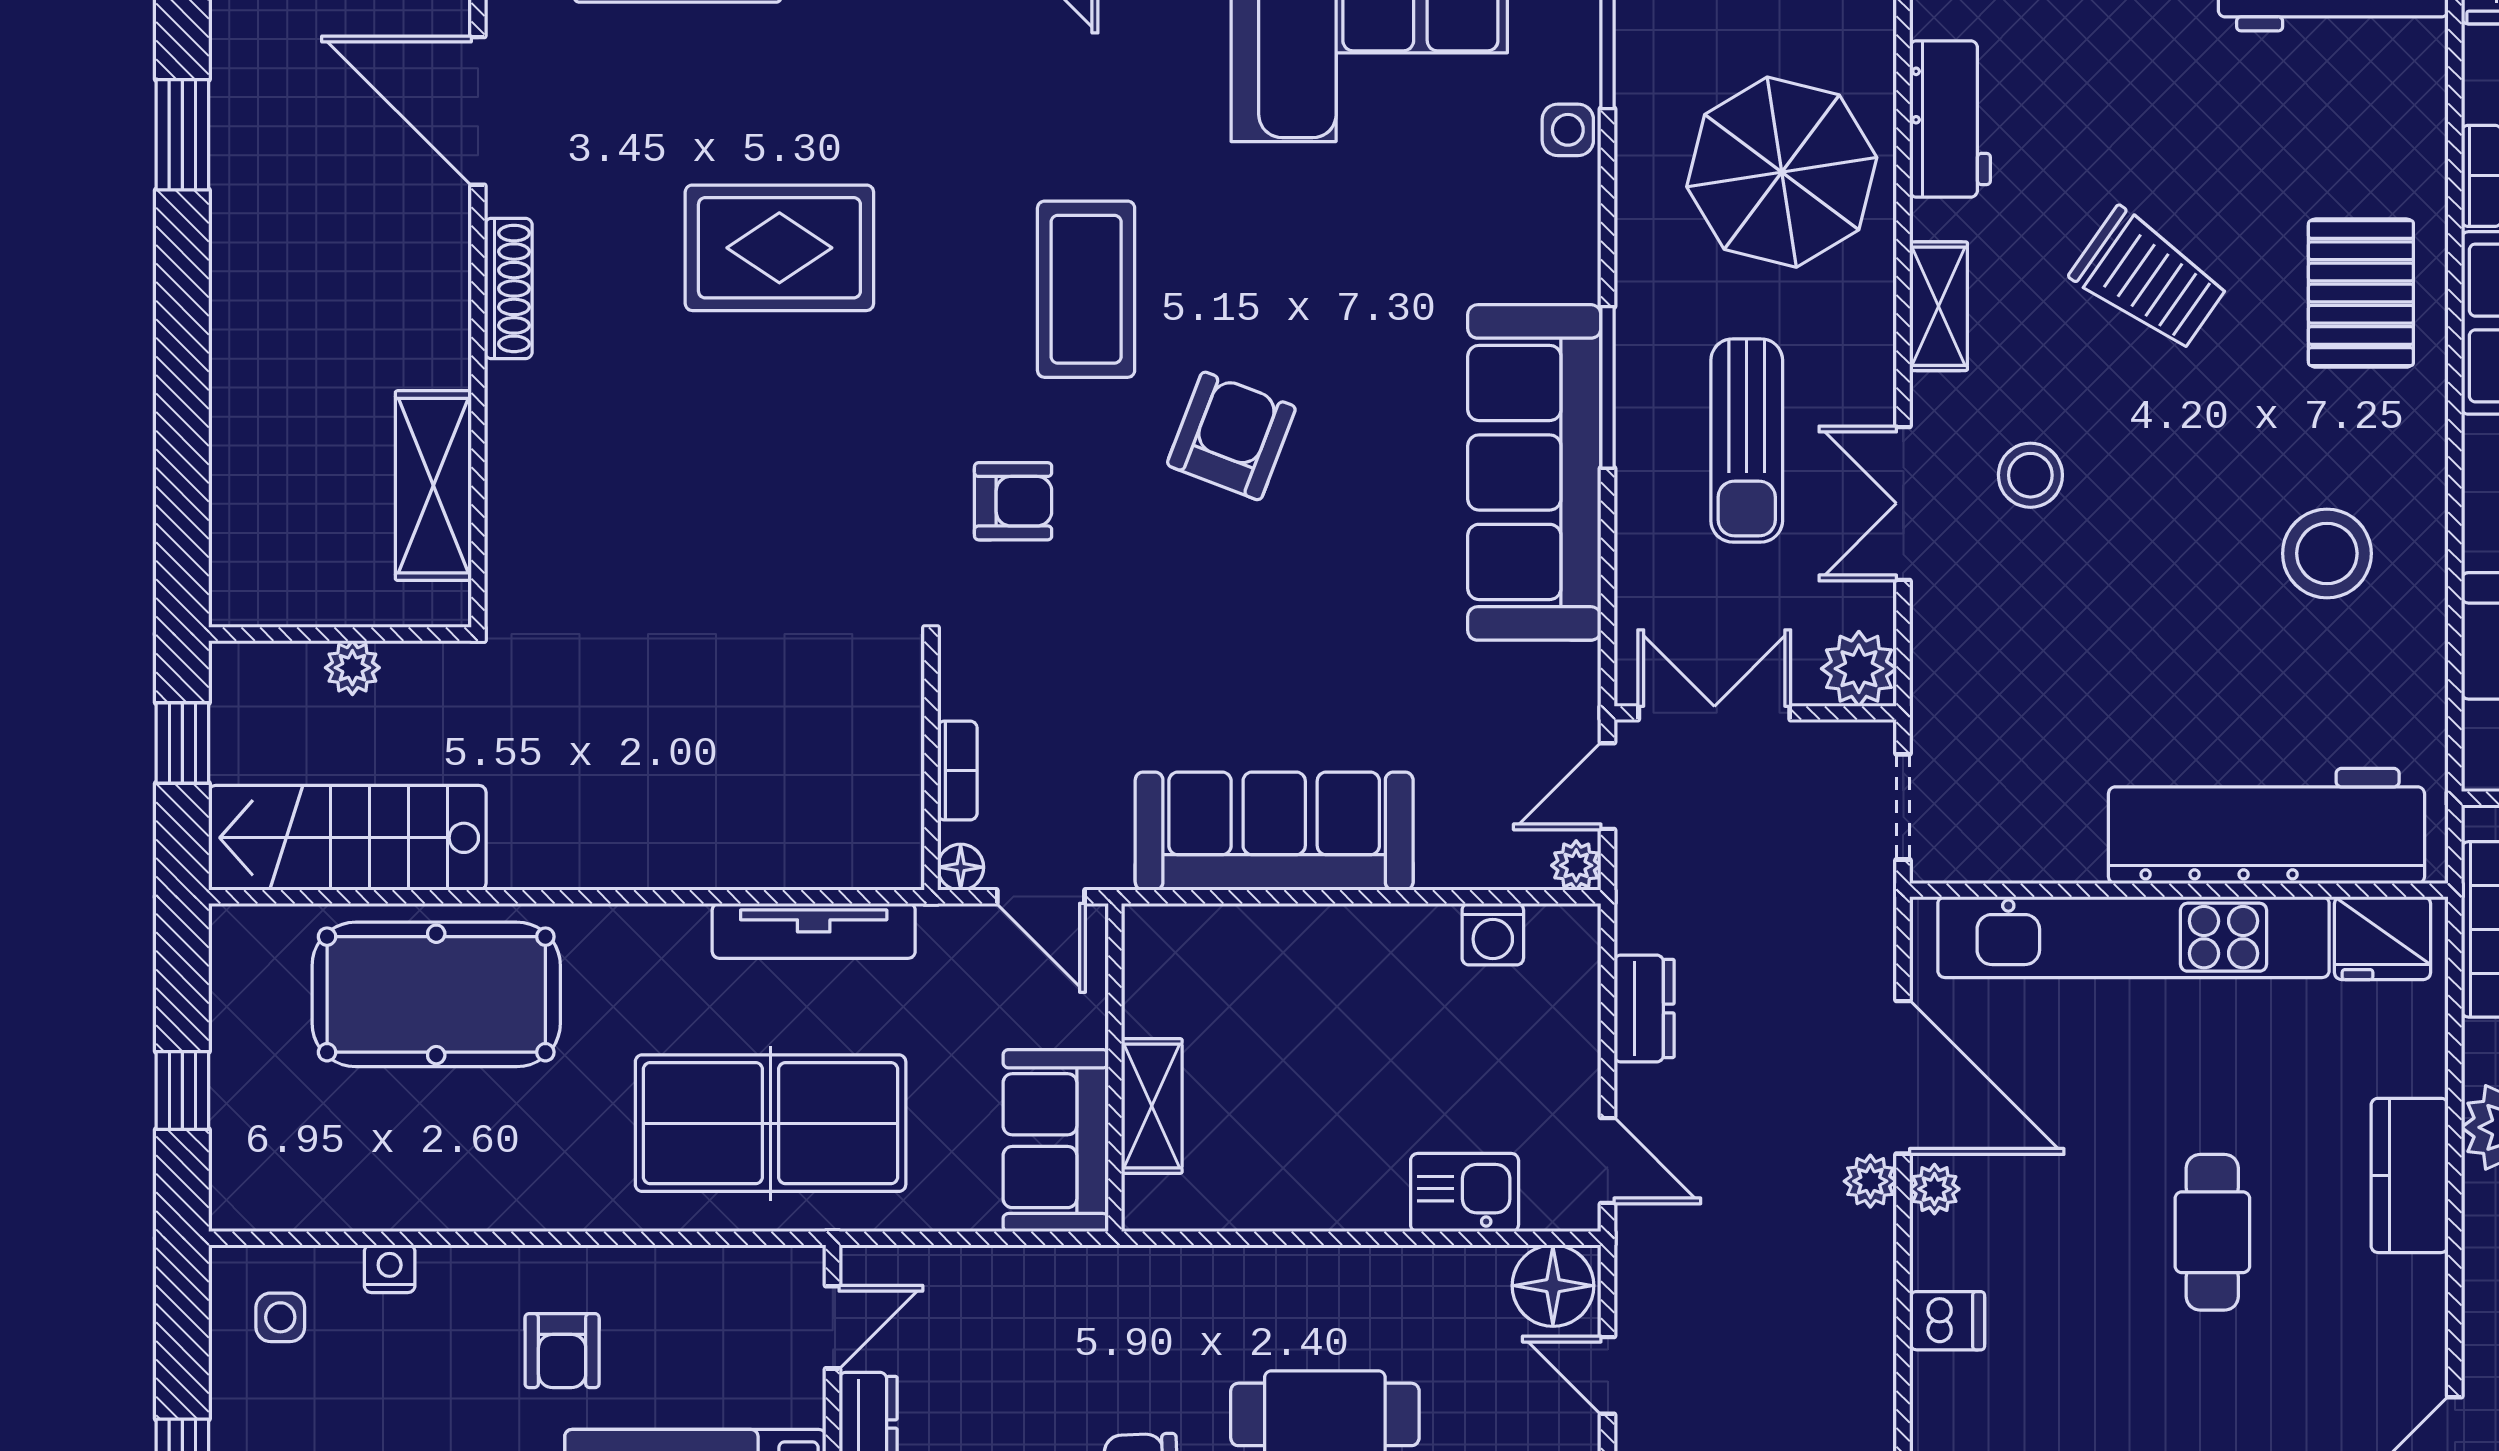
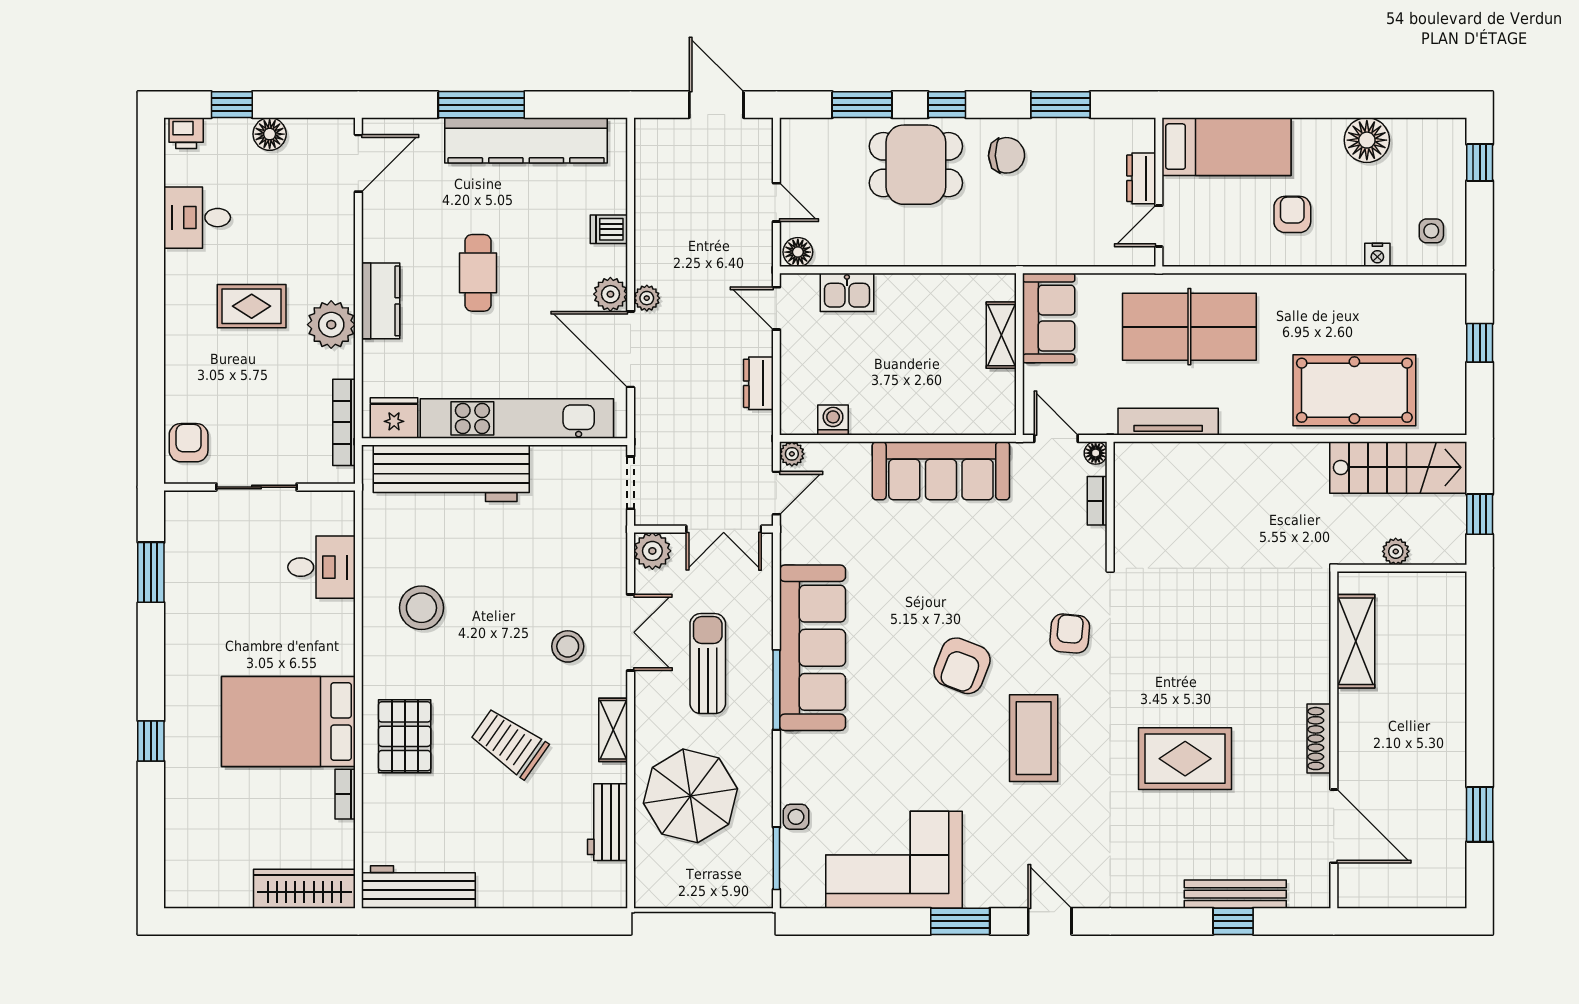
armchair: (1013, 501) -> (1070, 634), turned 95
plant: (1934, 1189) -> (610, 294), width x1.38, depth x1.38
floor lamp: (1553, 1286) -> (798, 252), width x0.73, depth x0.73

